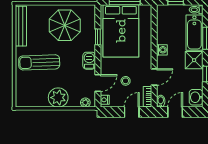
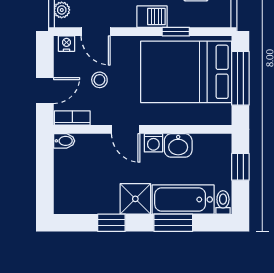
barbecue: (89, 61) -> (152, 17), moved
door: (154, 77) -> (126, 129), moved
washbasin: (196, 97) -> (178, 145), moved, turned 180
door: (132, 112) -> (45, 91), hinge flipped
door: (175, 112) -> (45, 166), removed

